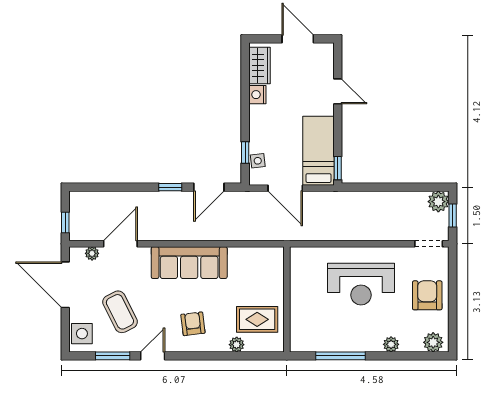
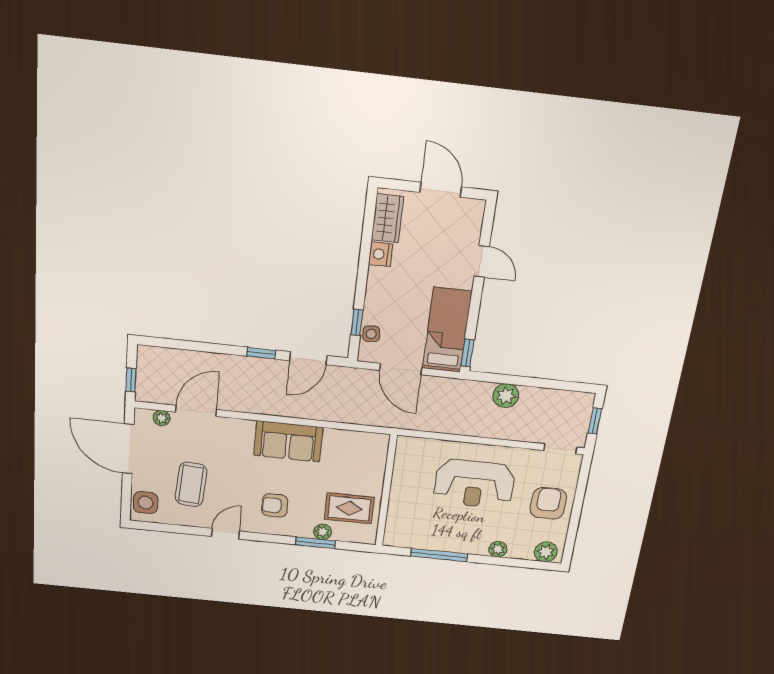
plant: (438, 202) -> (506, 396), moved
sofa: (189, 263) -> (288, 441), width x0.73
coffee table: (120, 312) -> (191, 484), turned 31
armchair: (193, 324) -> (275, 505), turned -83
window: (113, 356) -> (316, 543), moved

